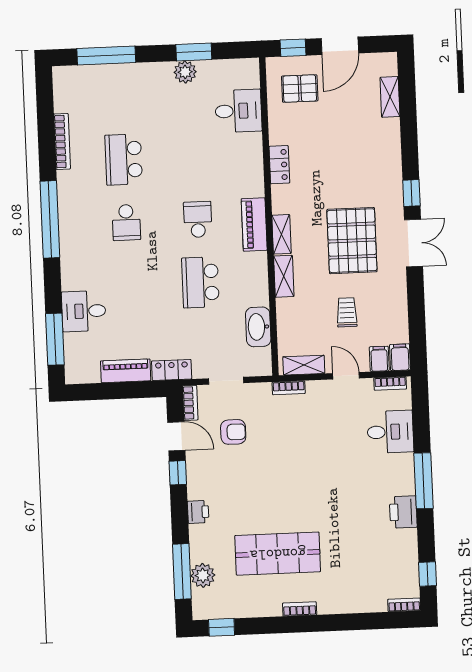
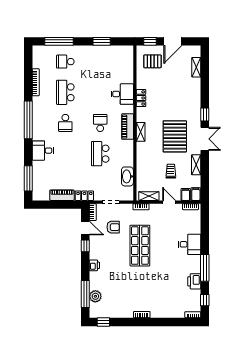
plant: (185, 72) -> (97, 51), removed
school desk: (121, 97) -> (65, 62), added
desk: (238, 111) -> (122, 94), moved
shelving: (284, 276) -> (196, 165), moved
desk: (84, 311) -> (43, 151), moved
desk: (390, 432) -> (190, 244), moved
window: (423, 481) -> (205, 268), moved
printer: (403, 512) -> (194, 281), moved
shop shelf: (278, 554) -> (140, 246), moved, turned 90

